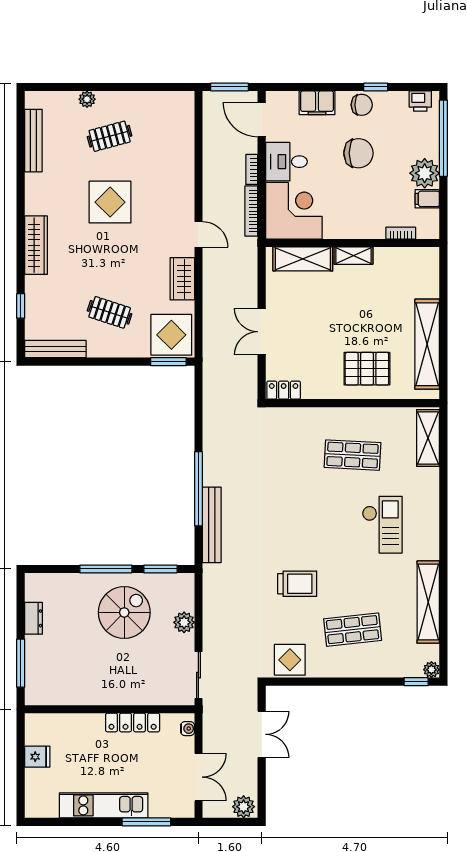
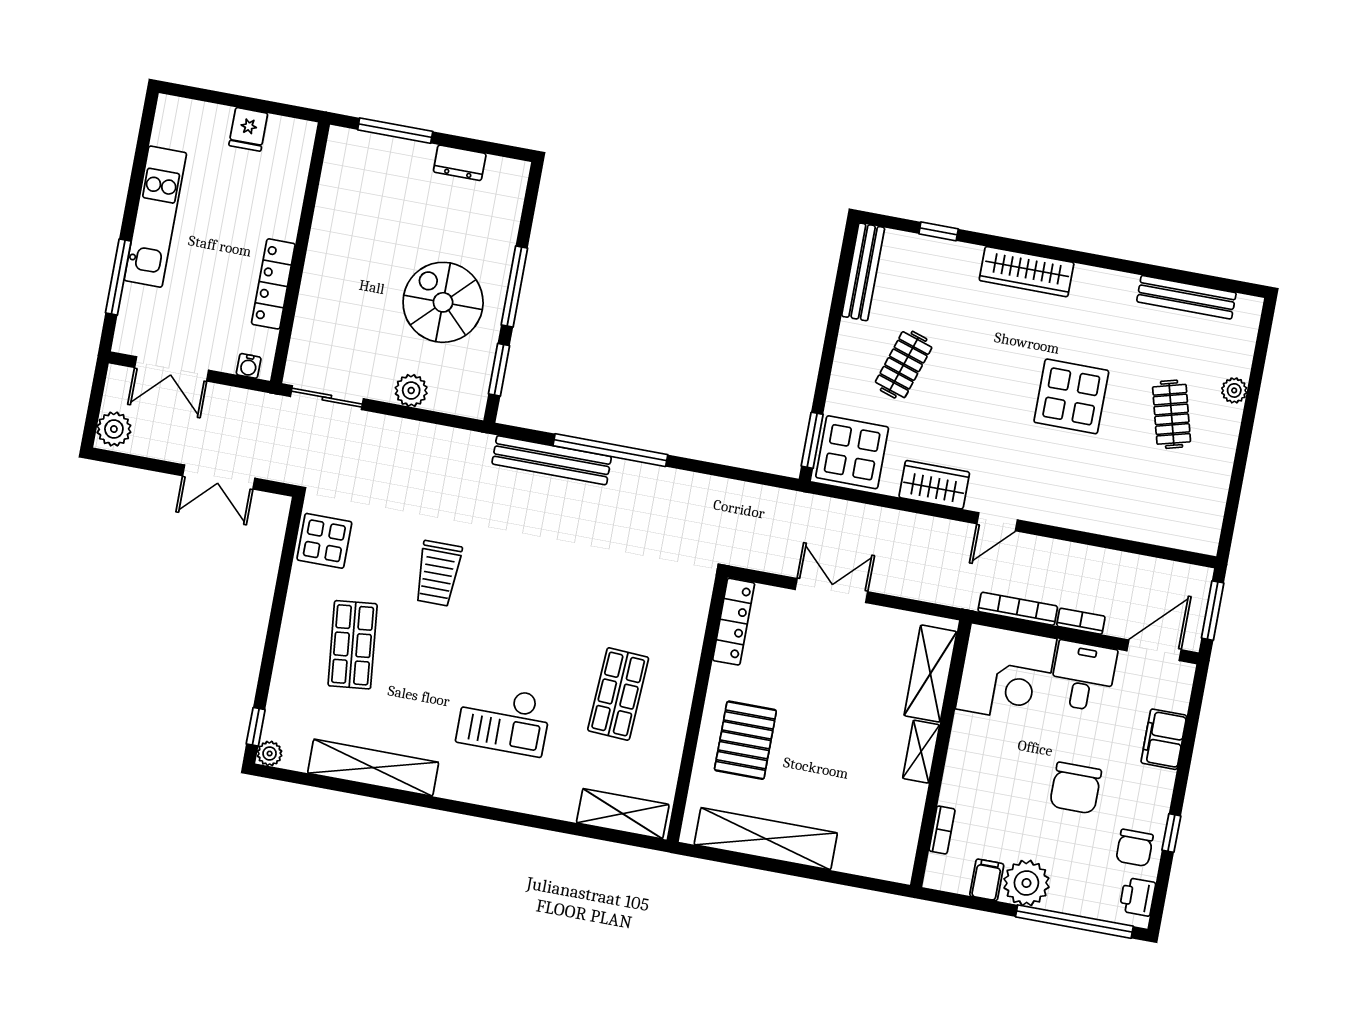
chair: (362, 105) -> (1135, 848), moved
locker: (284, 390) -> (734, 622), width x1.53
spiral stairs: (124, 612) -> (443, 302), turned 180

